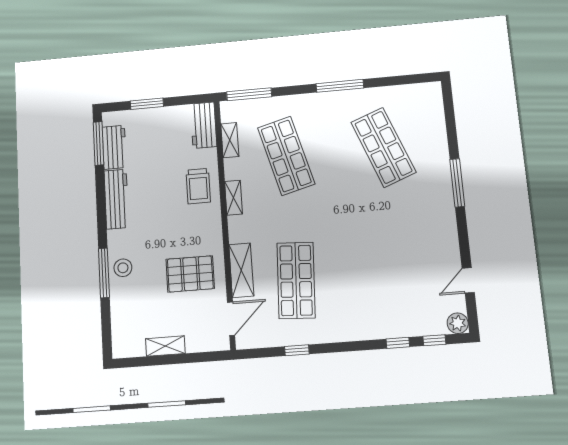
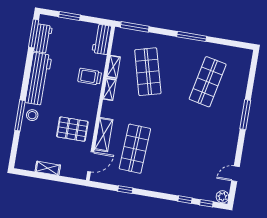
shelving: (230, 140) -> (113, 67), moved
shop shelf: (383, 147) -> (208, 82), turned 33
trolley: (198, 186) -> (90, 77), turned 90
workbench: (116, 199) -> (38, 79), width x1.36, depth x1.32

